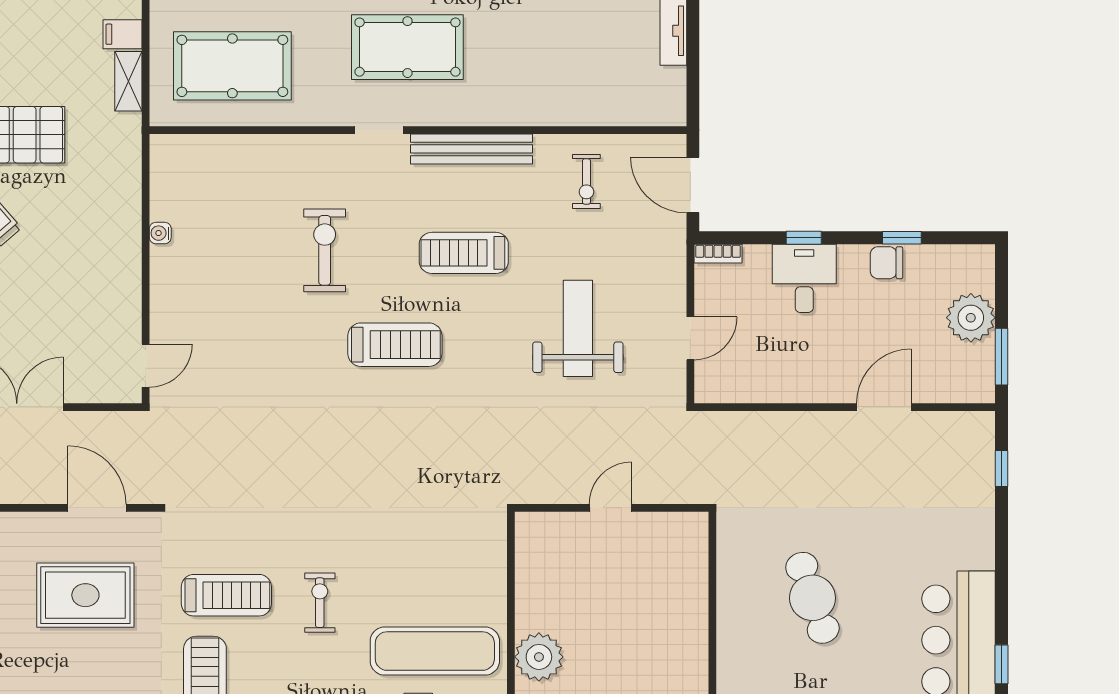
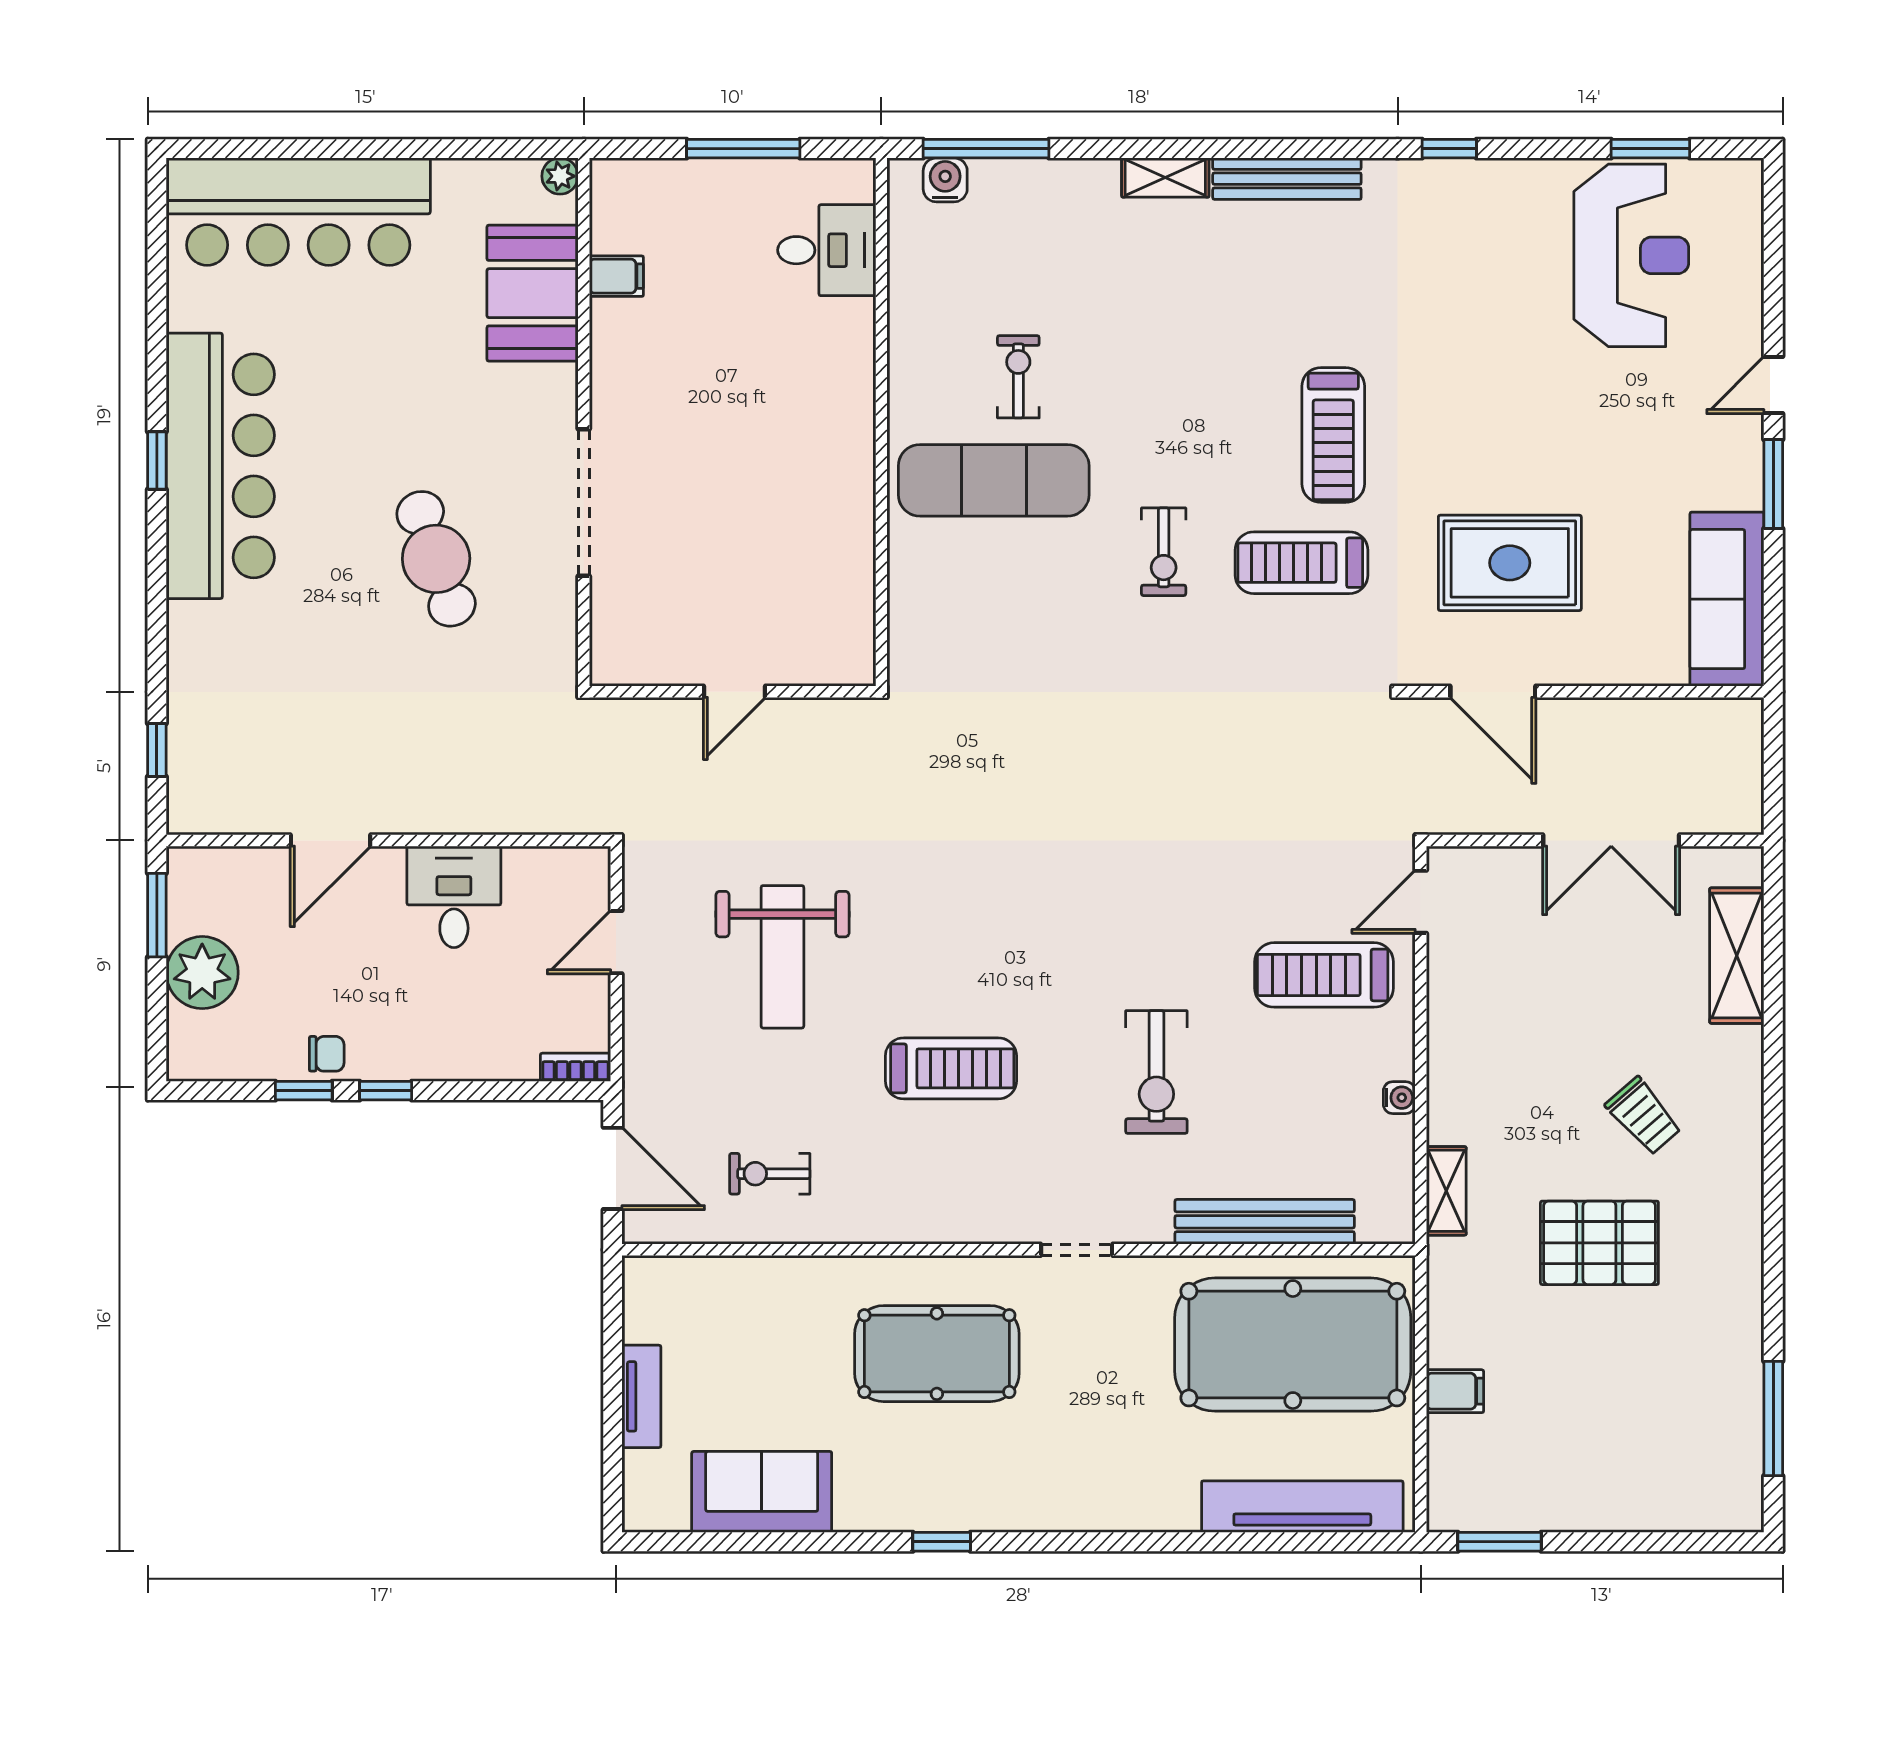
pool table: (407, 47) -> (937, 1354), moved
pool table: (232, 66) -> (1293, 1345), width x1.36, depth x1.32
shelving: (128, 81) -> (1446, 1191), moved
bench: (471, 149) -> (1265, 1222), moved
exercise bike: (586, 182) -> (770, 1174), turned -90
window: (804, 238) -> (386, 1091), moved
chair: (887, 263) -> (327, 1054), width x0.73, depth x0.73
desk: (804, 278) -> (454, 897), moved, turned 180
treadmill: (395, 345) -> (1324, 975), moved
doorway: (712, 636) -> (584, 502), added
plant: (539, 657) -> (840, 472), removed

